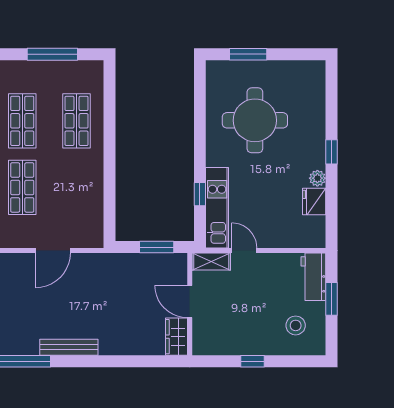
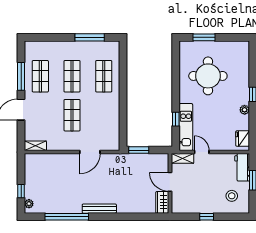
fridge: (314, 201) -> (243, 139), moved
window: (157, 247) -> (139, 150), moved

